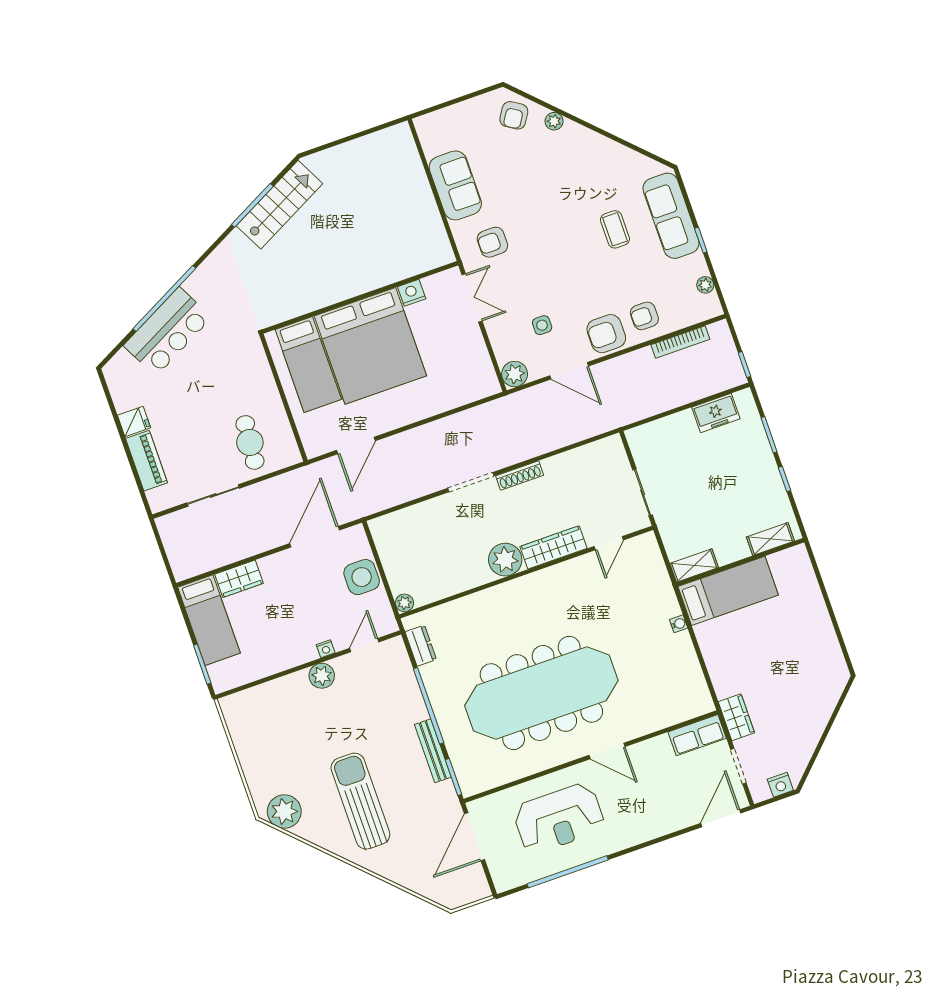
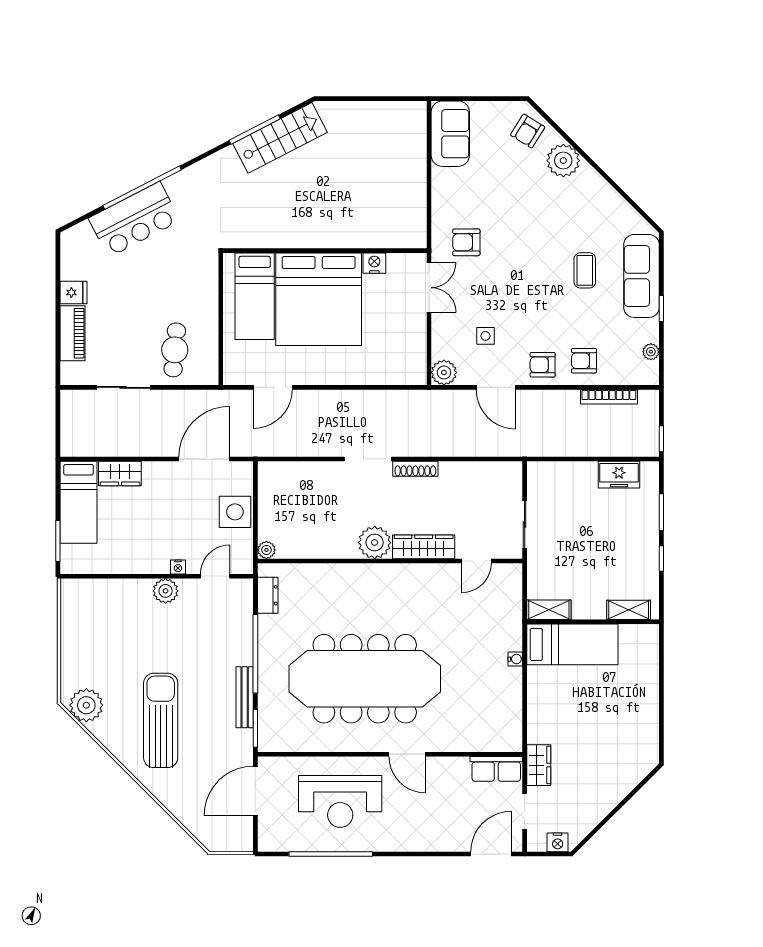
plant: (554, 121) -> (563, 161), width x1.87, depth x1.87
sofa: (455, 185) -> (450, 134), moved
armchair: (606, 334) -> (543, 365), width x0.72, depth x0.72

